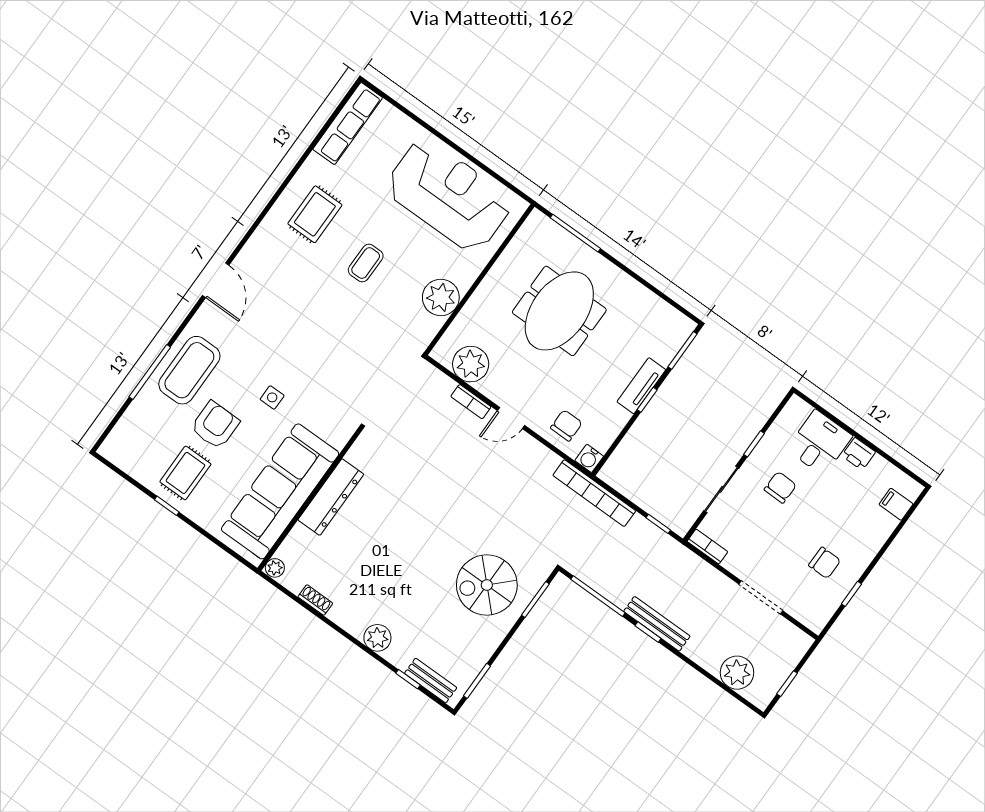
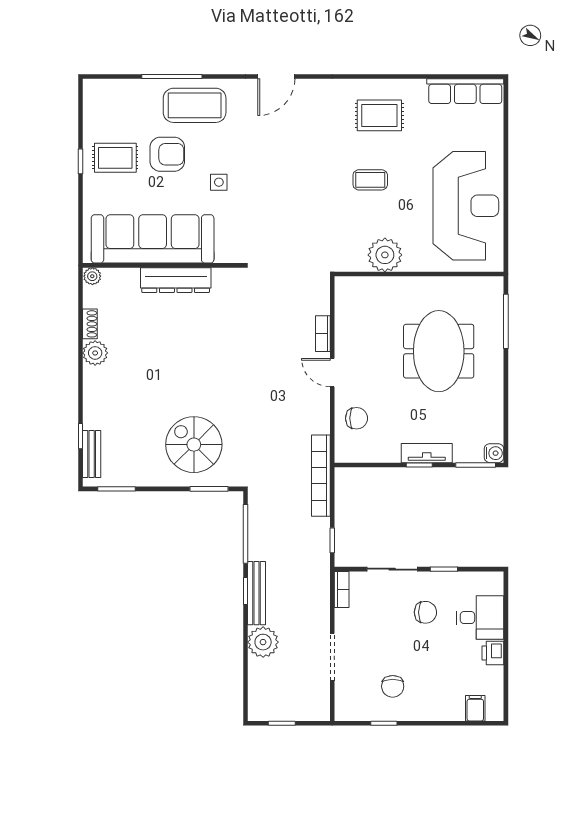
meeting table: (559, 311) -> (439, 351), turned 90
plant: (471, 364) -> (351, 313), removed
water cooler: (589, 458) -> (494, 453), moved, turned 180
plant: (377, 638) -> (95, 353), moved
plant: (737, 673) -> (263, 642), moved

